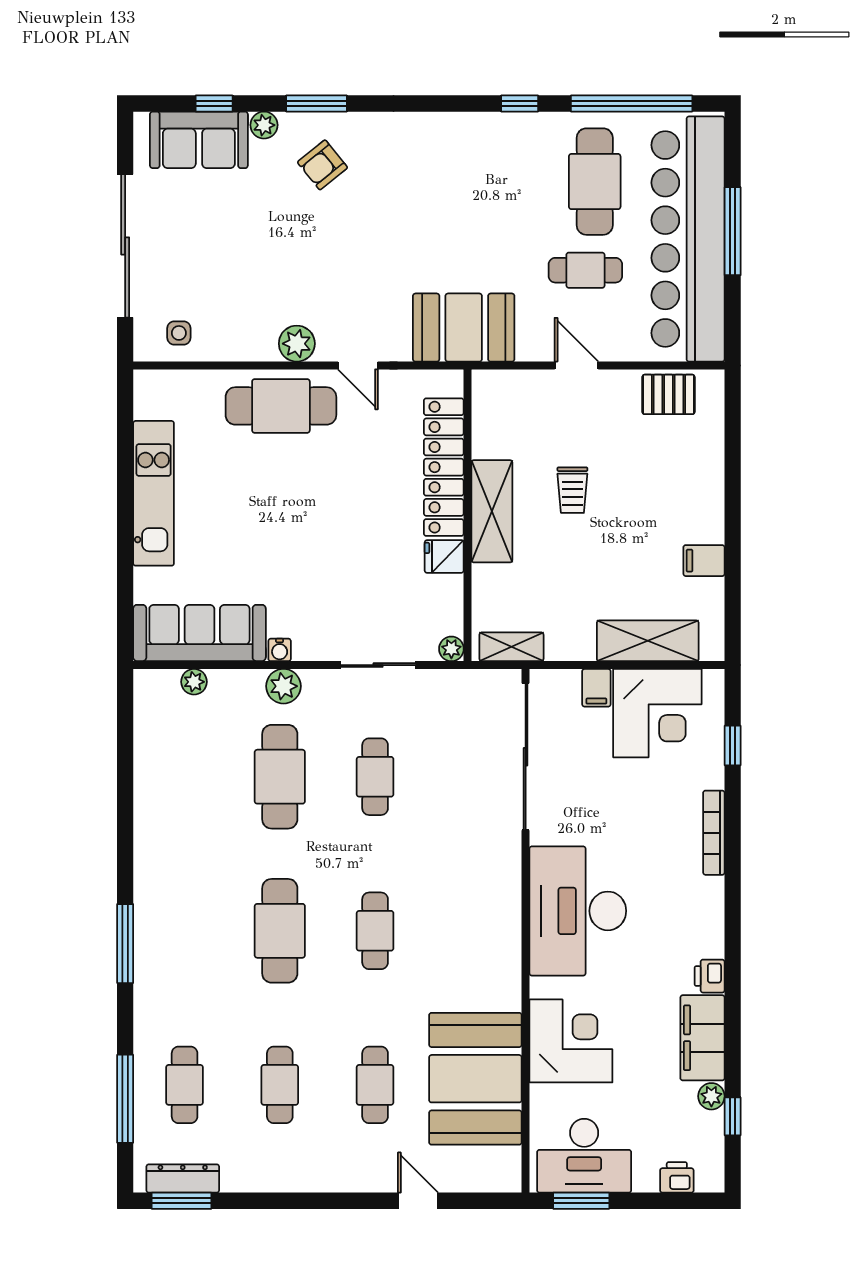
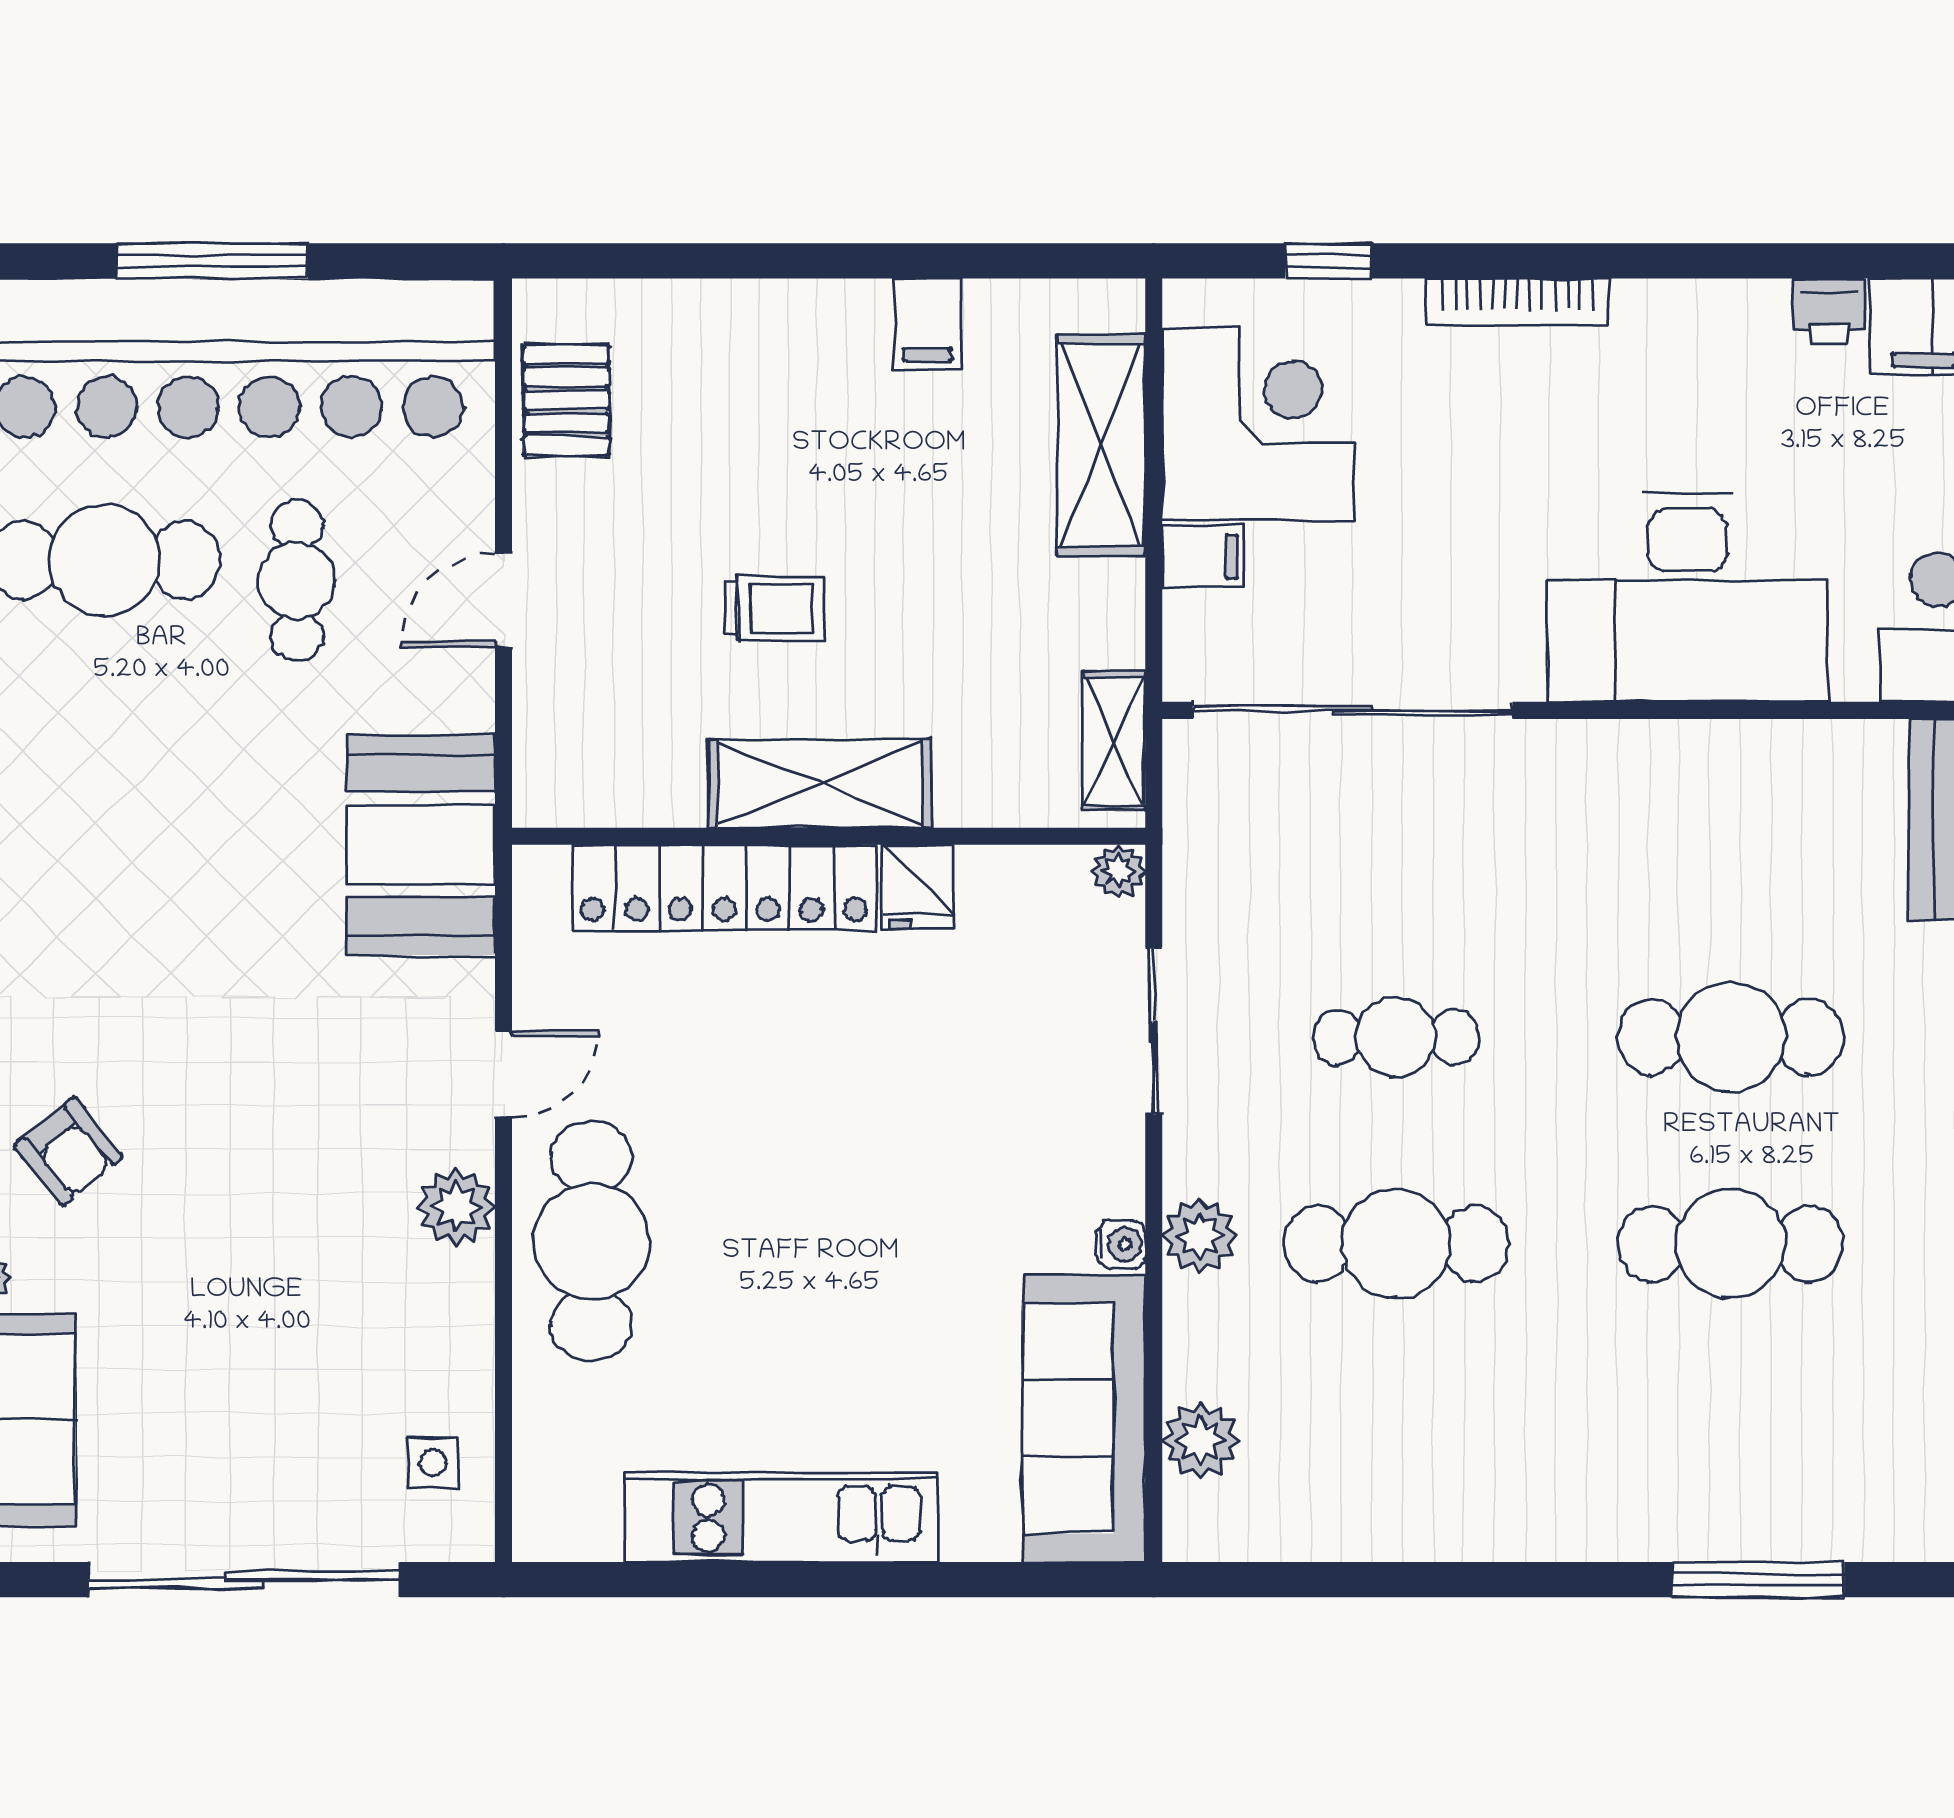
plant: (194, 682) -> (1200, 1441), width x1.38, depth x1.38
cafe table: (375, 931) -> (1731, 1037), width x1.37, depth x1.35

